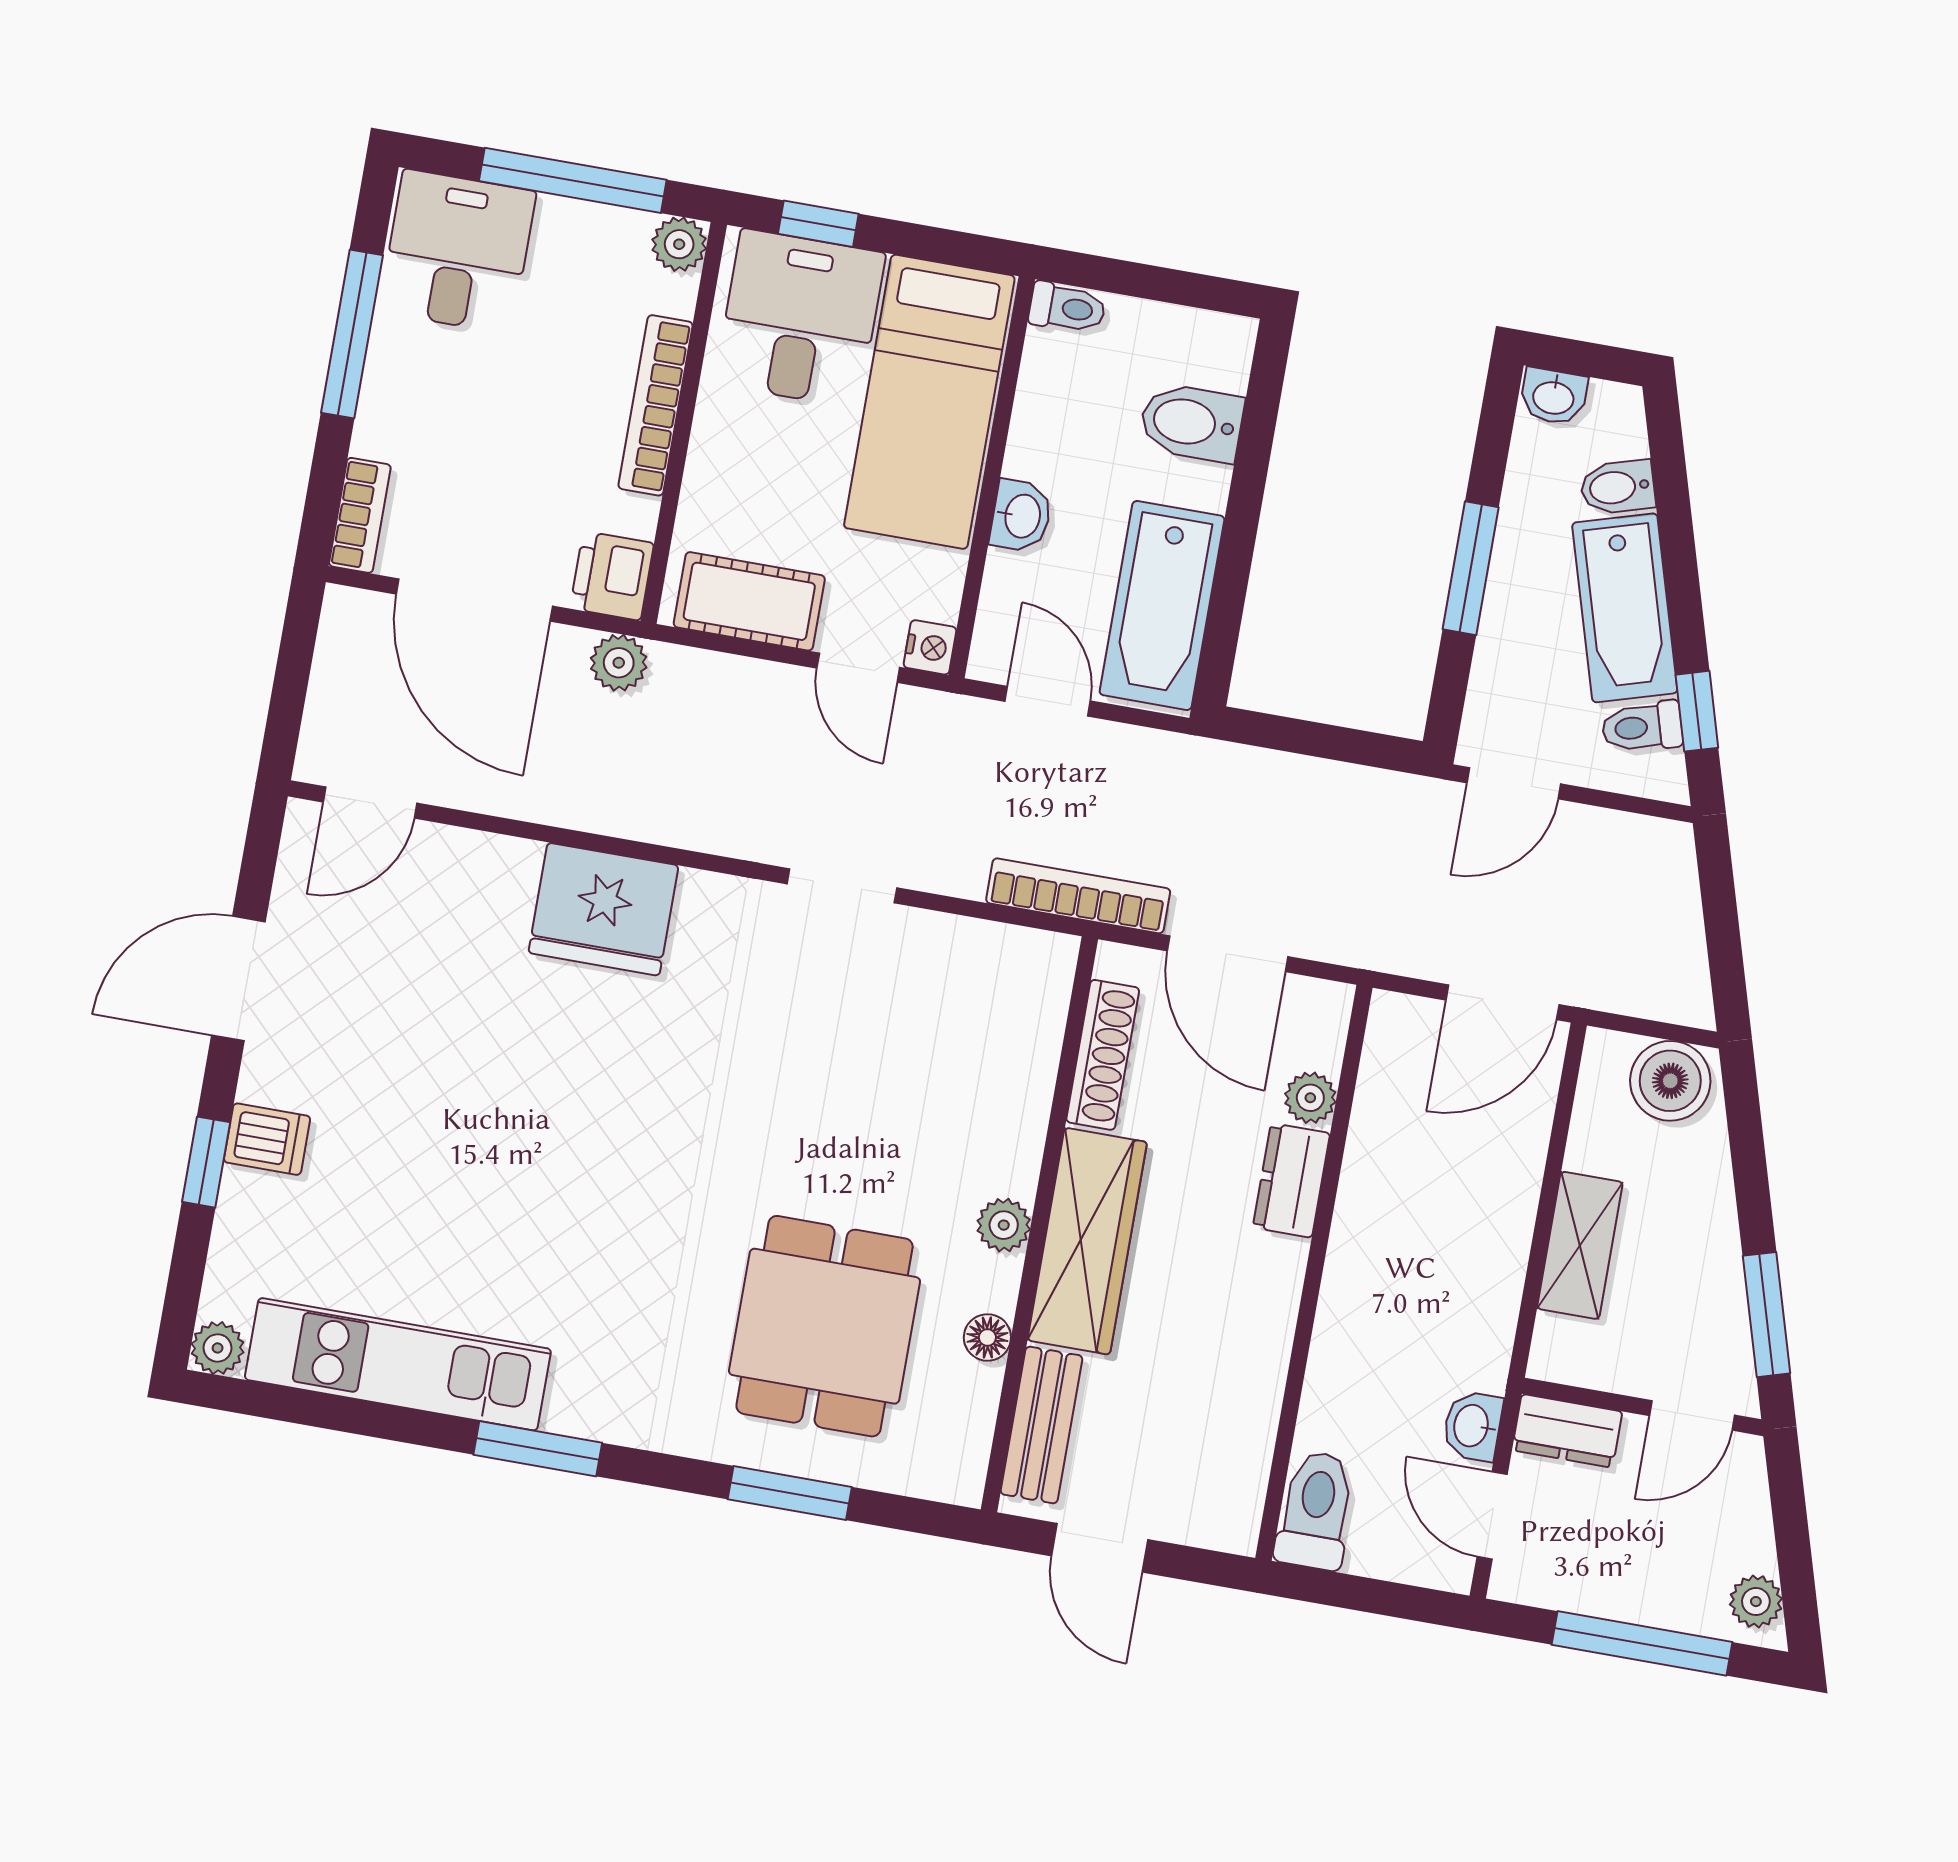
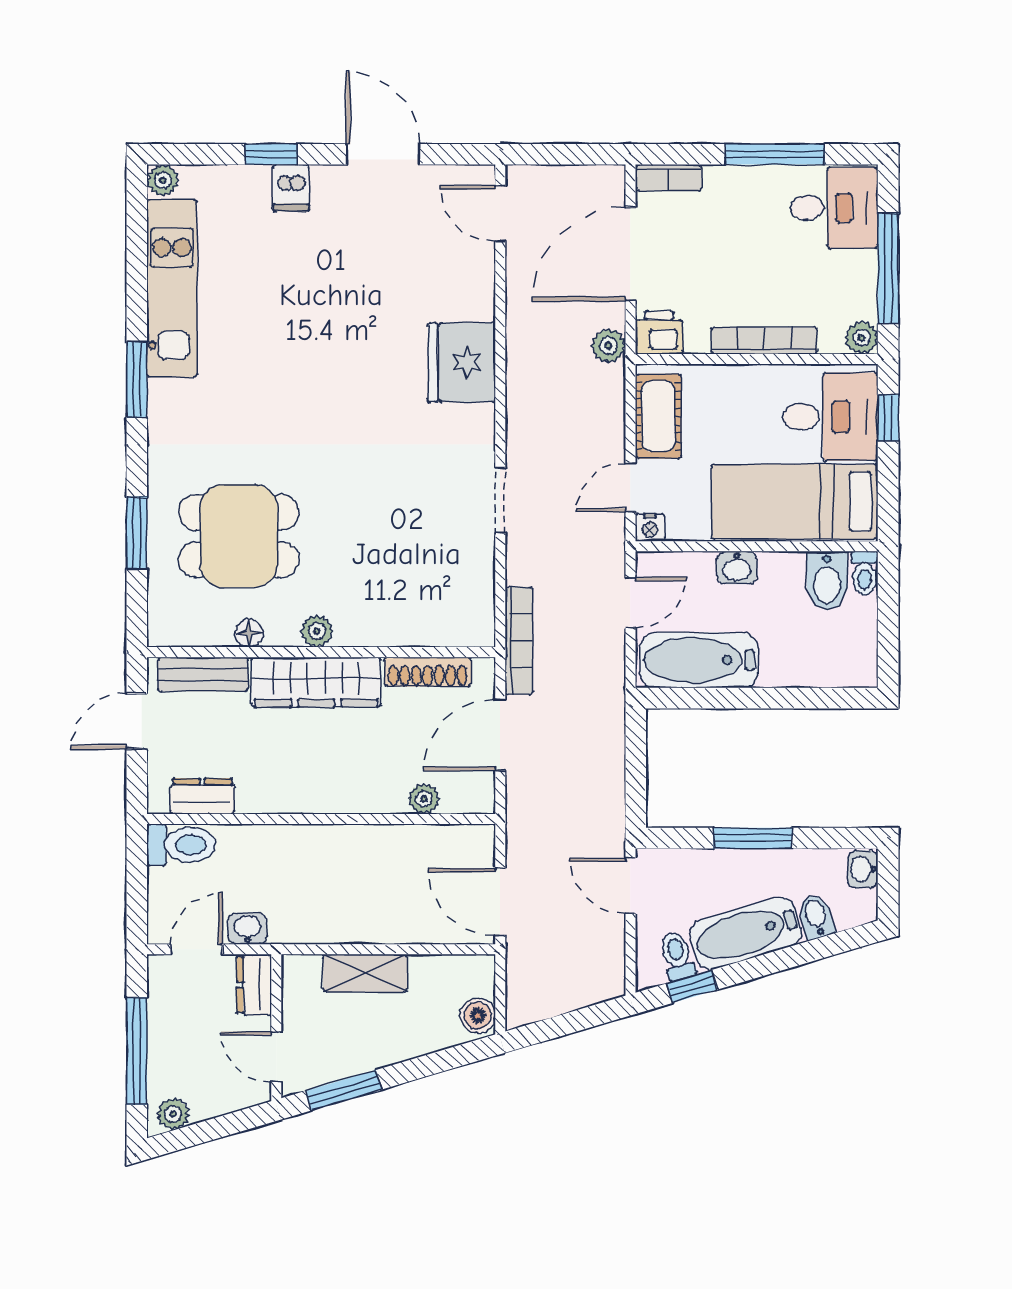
bidet: (1191, 423) -> (827, 581), moved, turned 180
boiler: (1670, 1081) -> (478, 1016), width x0.73, depth x0.73
dresser: (1291, 1180) -> (202, 796), moved

